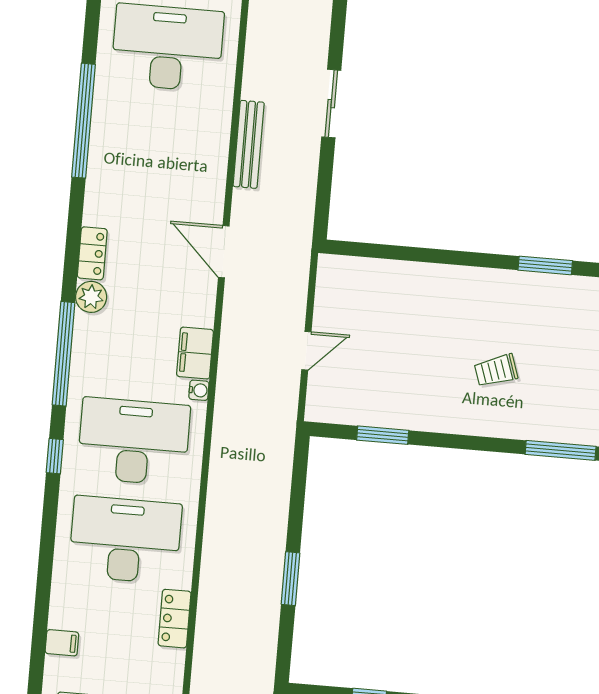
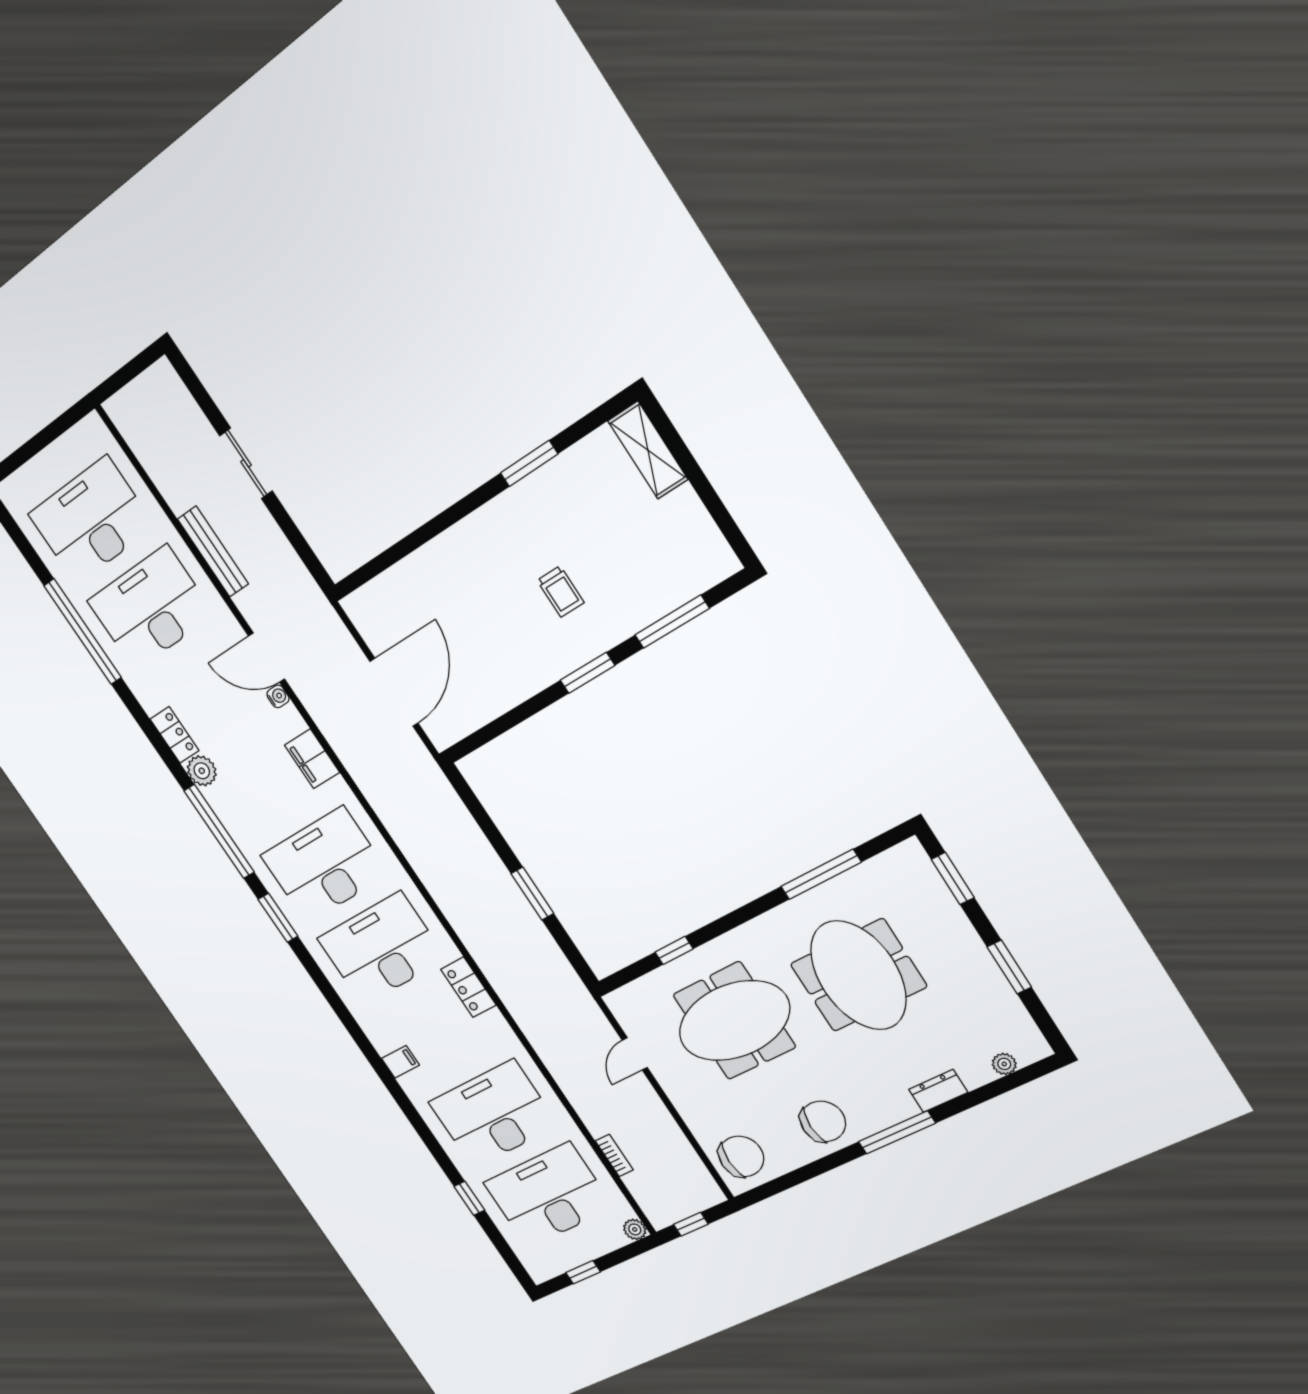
desk: (159, 146) -> (151, 608), added
door: (306, 351) -> (394, 692), width x1.88
trolley: (496, 370) -> (561, 591), turned -71
water cooler: (199, 390) -> (278, 696), moved
window: (383, 435) -> (588, 673), moved
window: (55, 456) -> (278, 918), width x1.50

